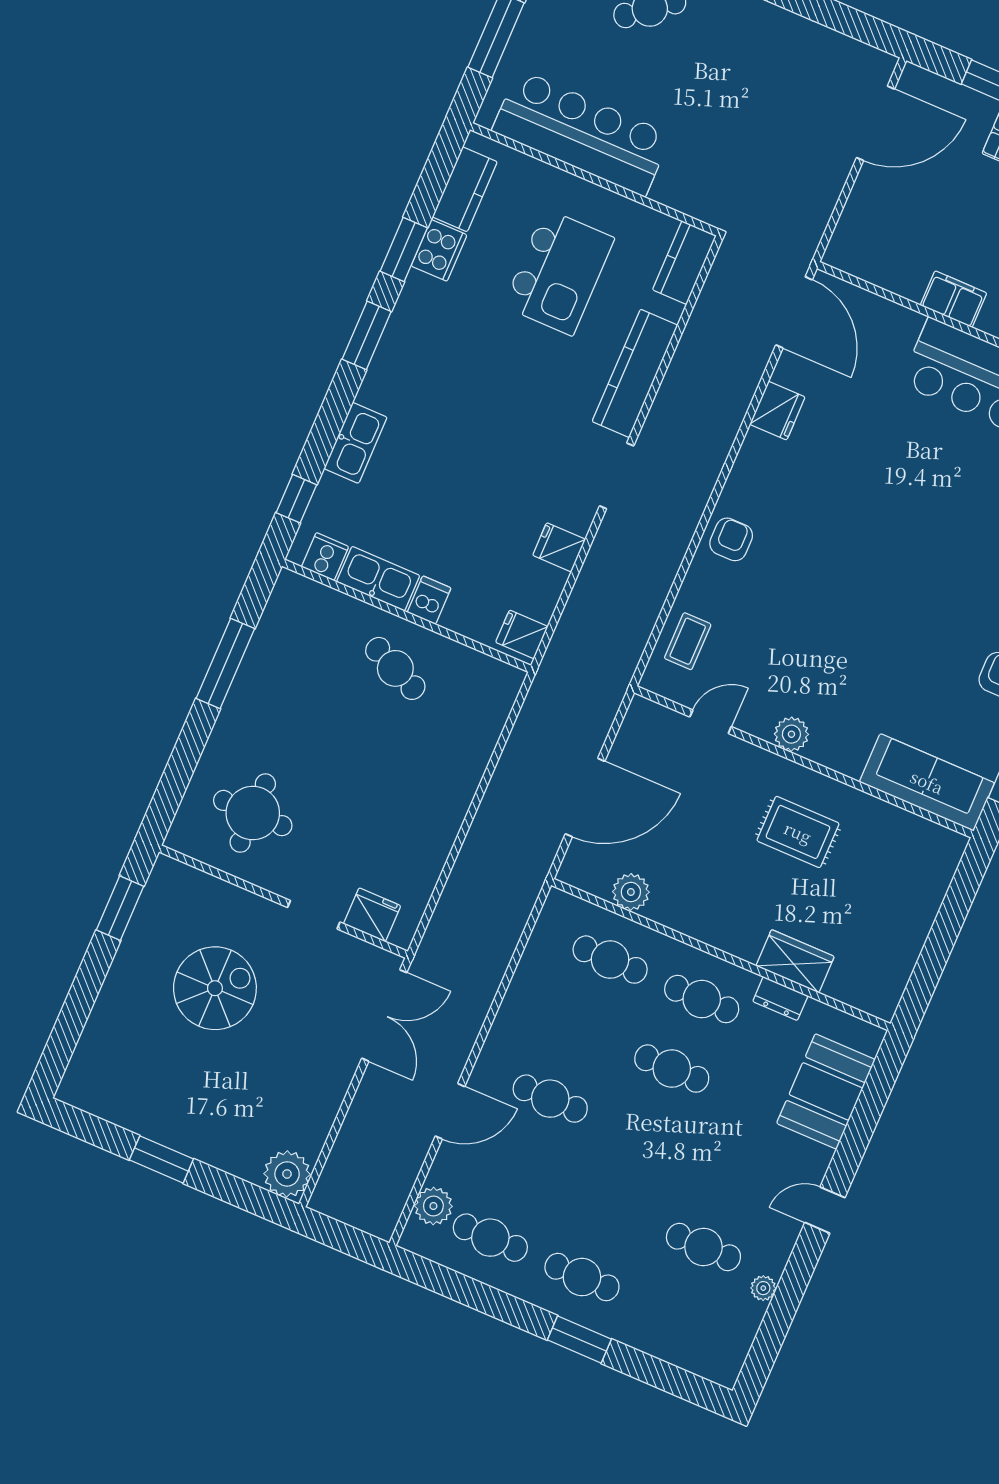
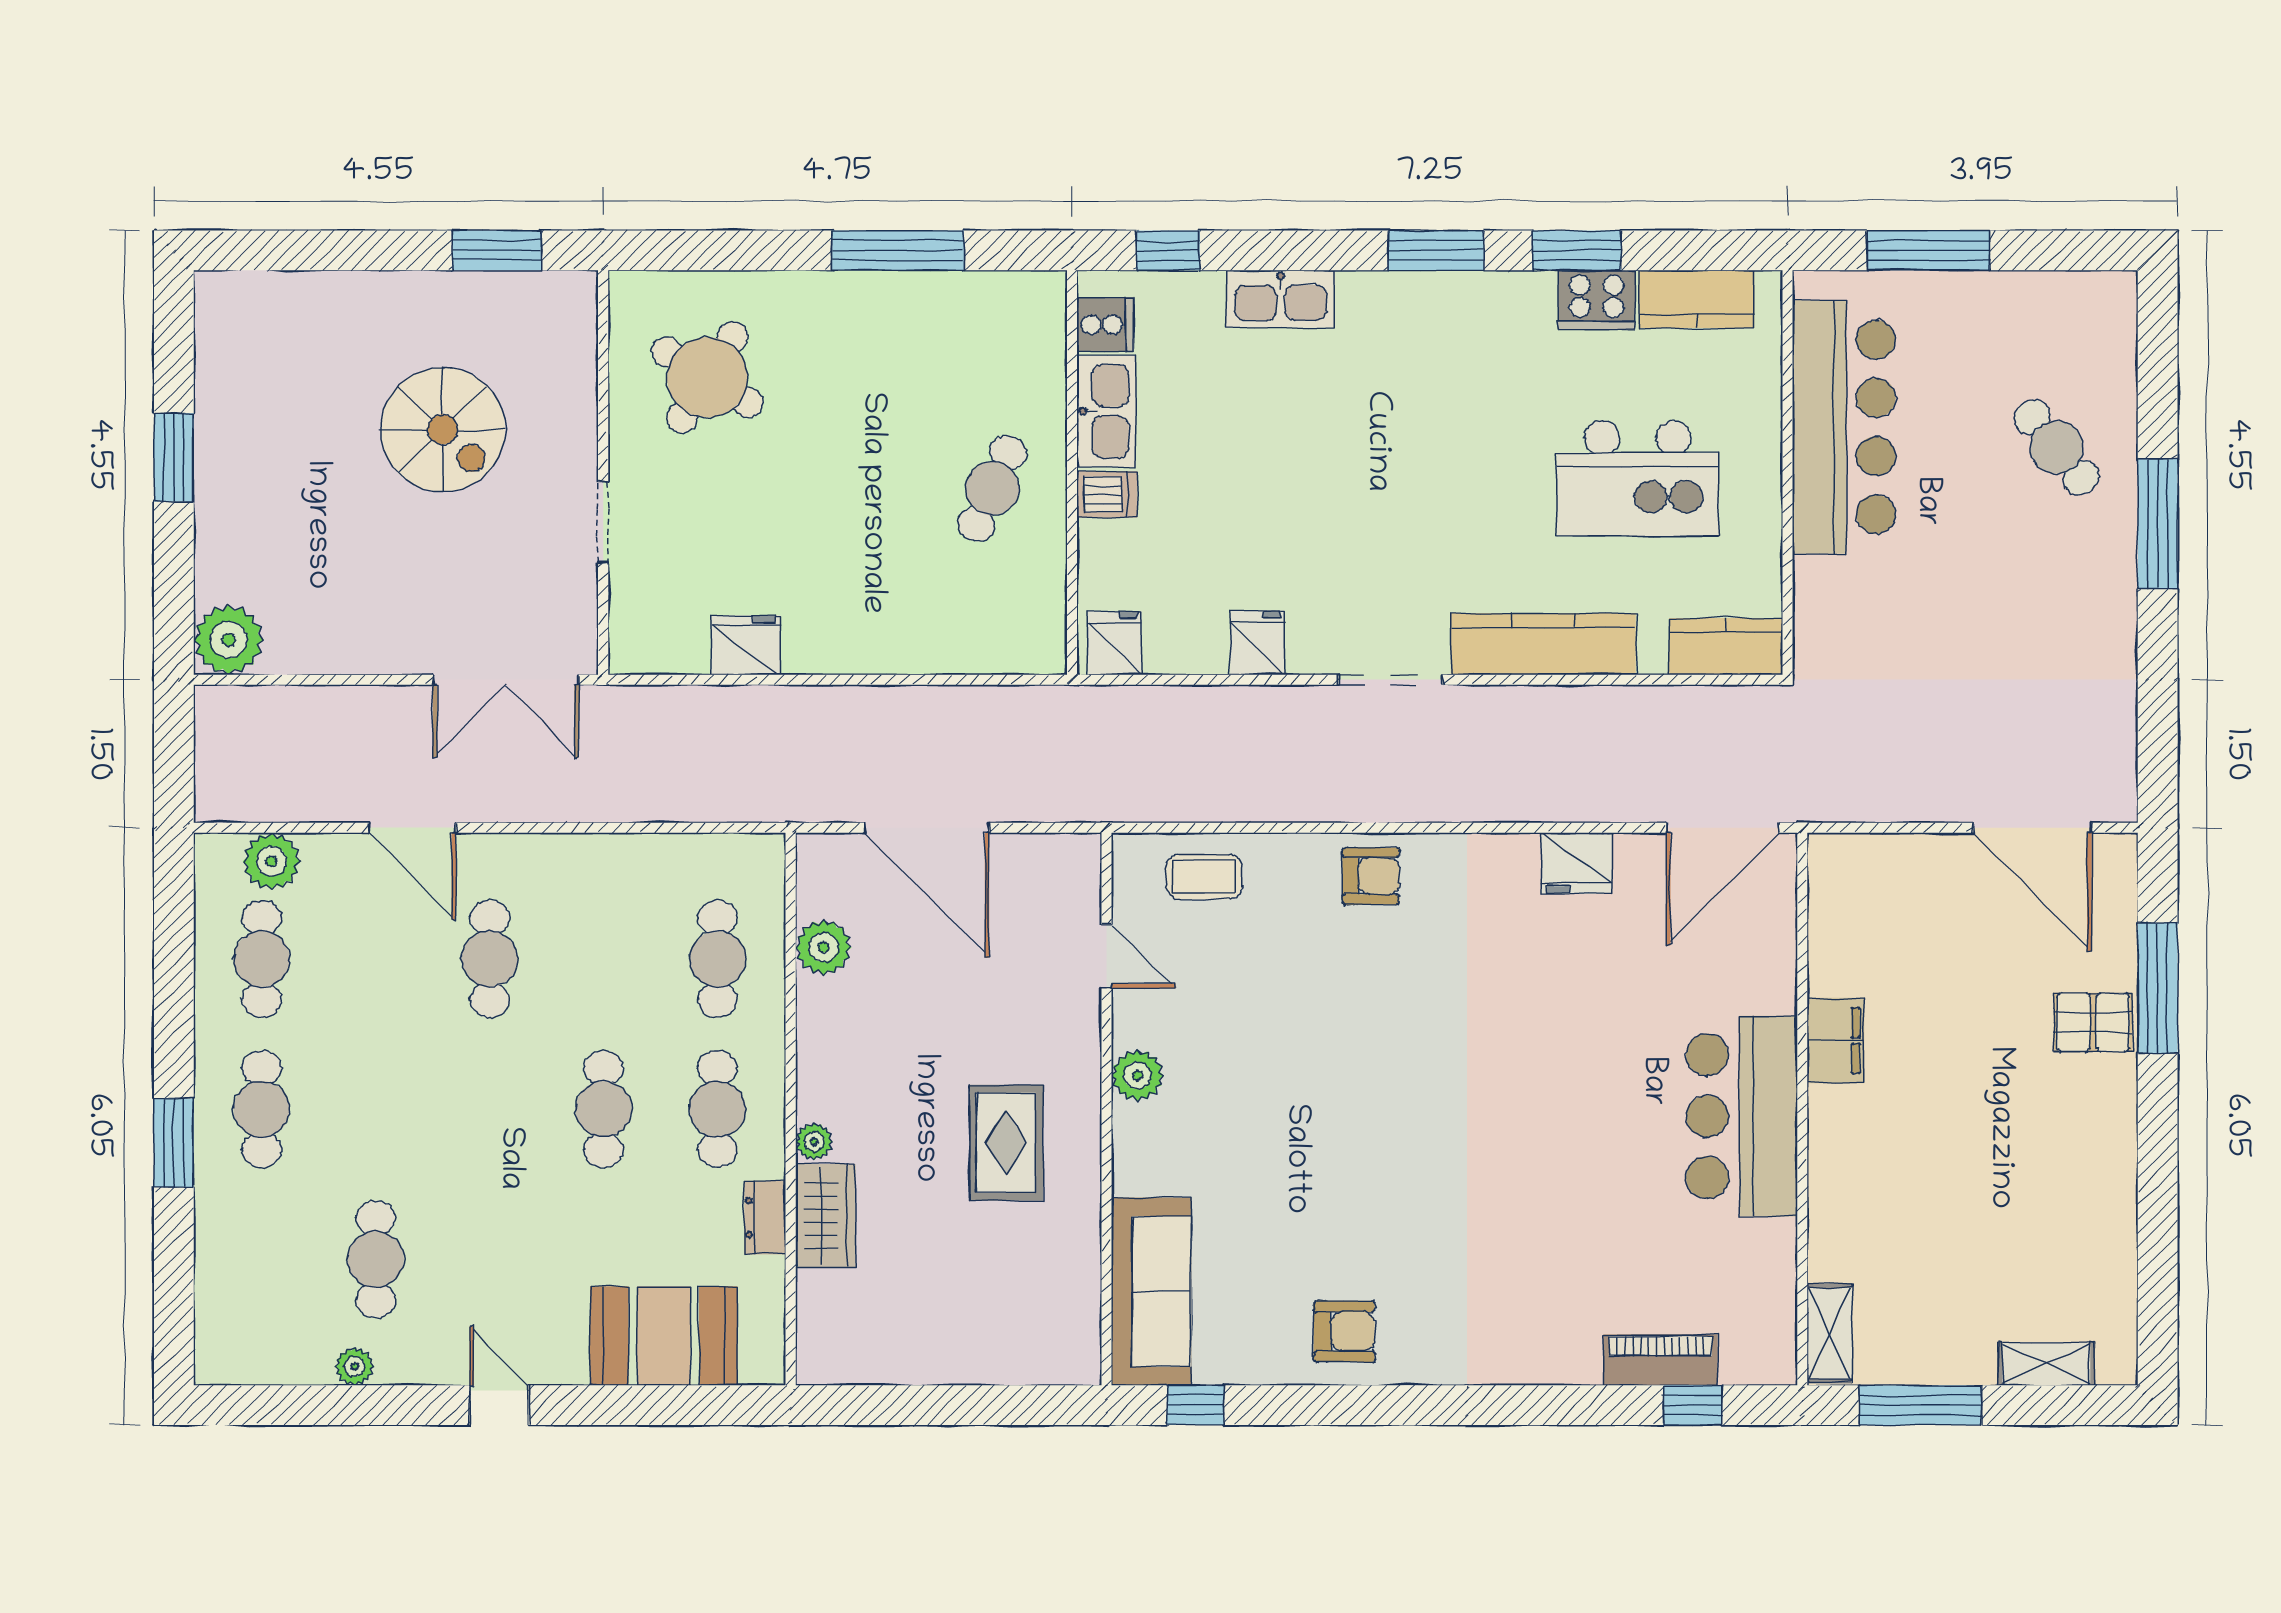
round table: (253, 813) -> (707, 377), turned 32
fridge: (372, 915) -> (746, 645), moved, turned -90
plant: (747, 949) -> (814, 1142), added

